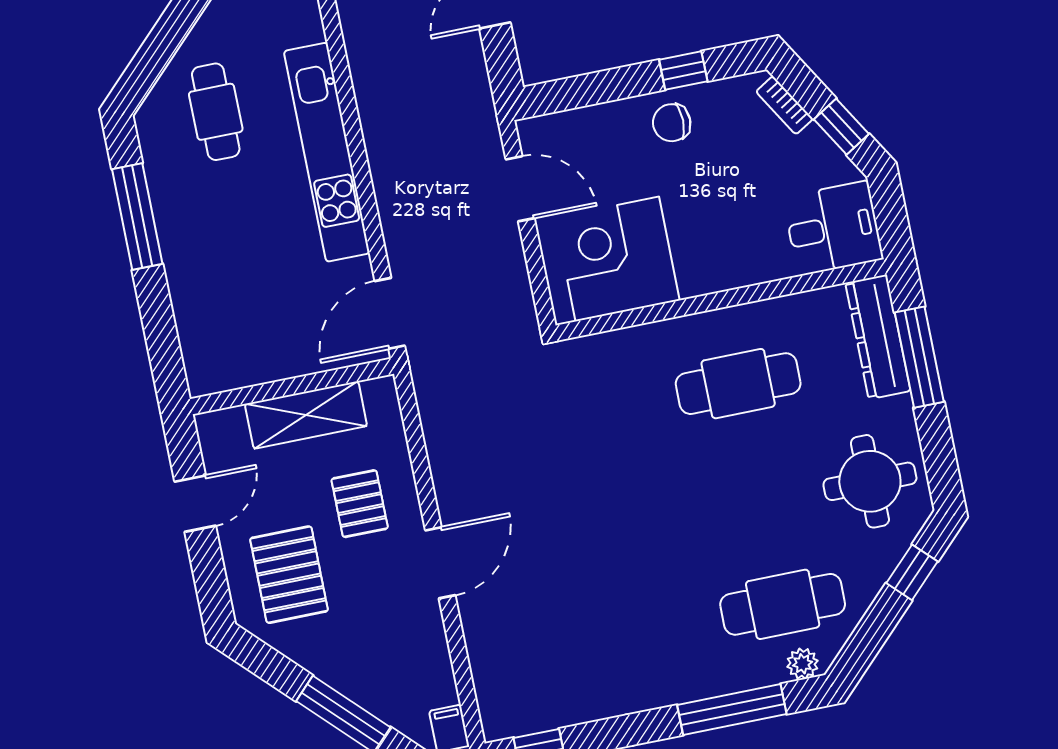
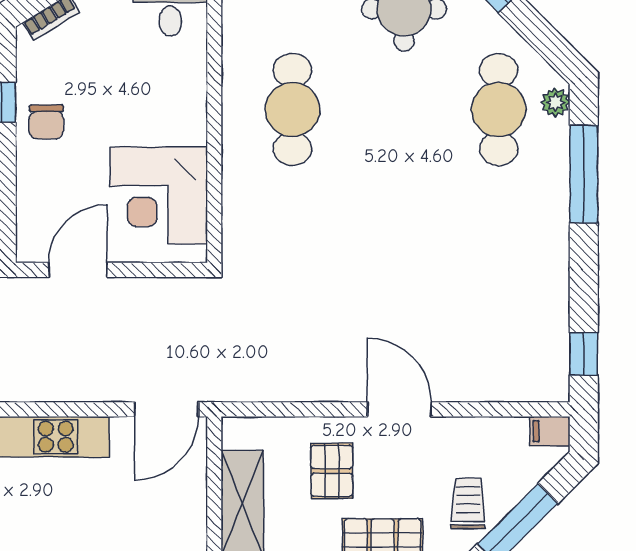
door: (390, 313) -> (166, 409), hinge flipped
pallet: (360, 504) -> (332, 471), turned 90
trolley: (354, 657) -> (468, 503), added

